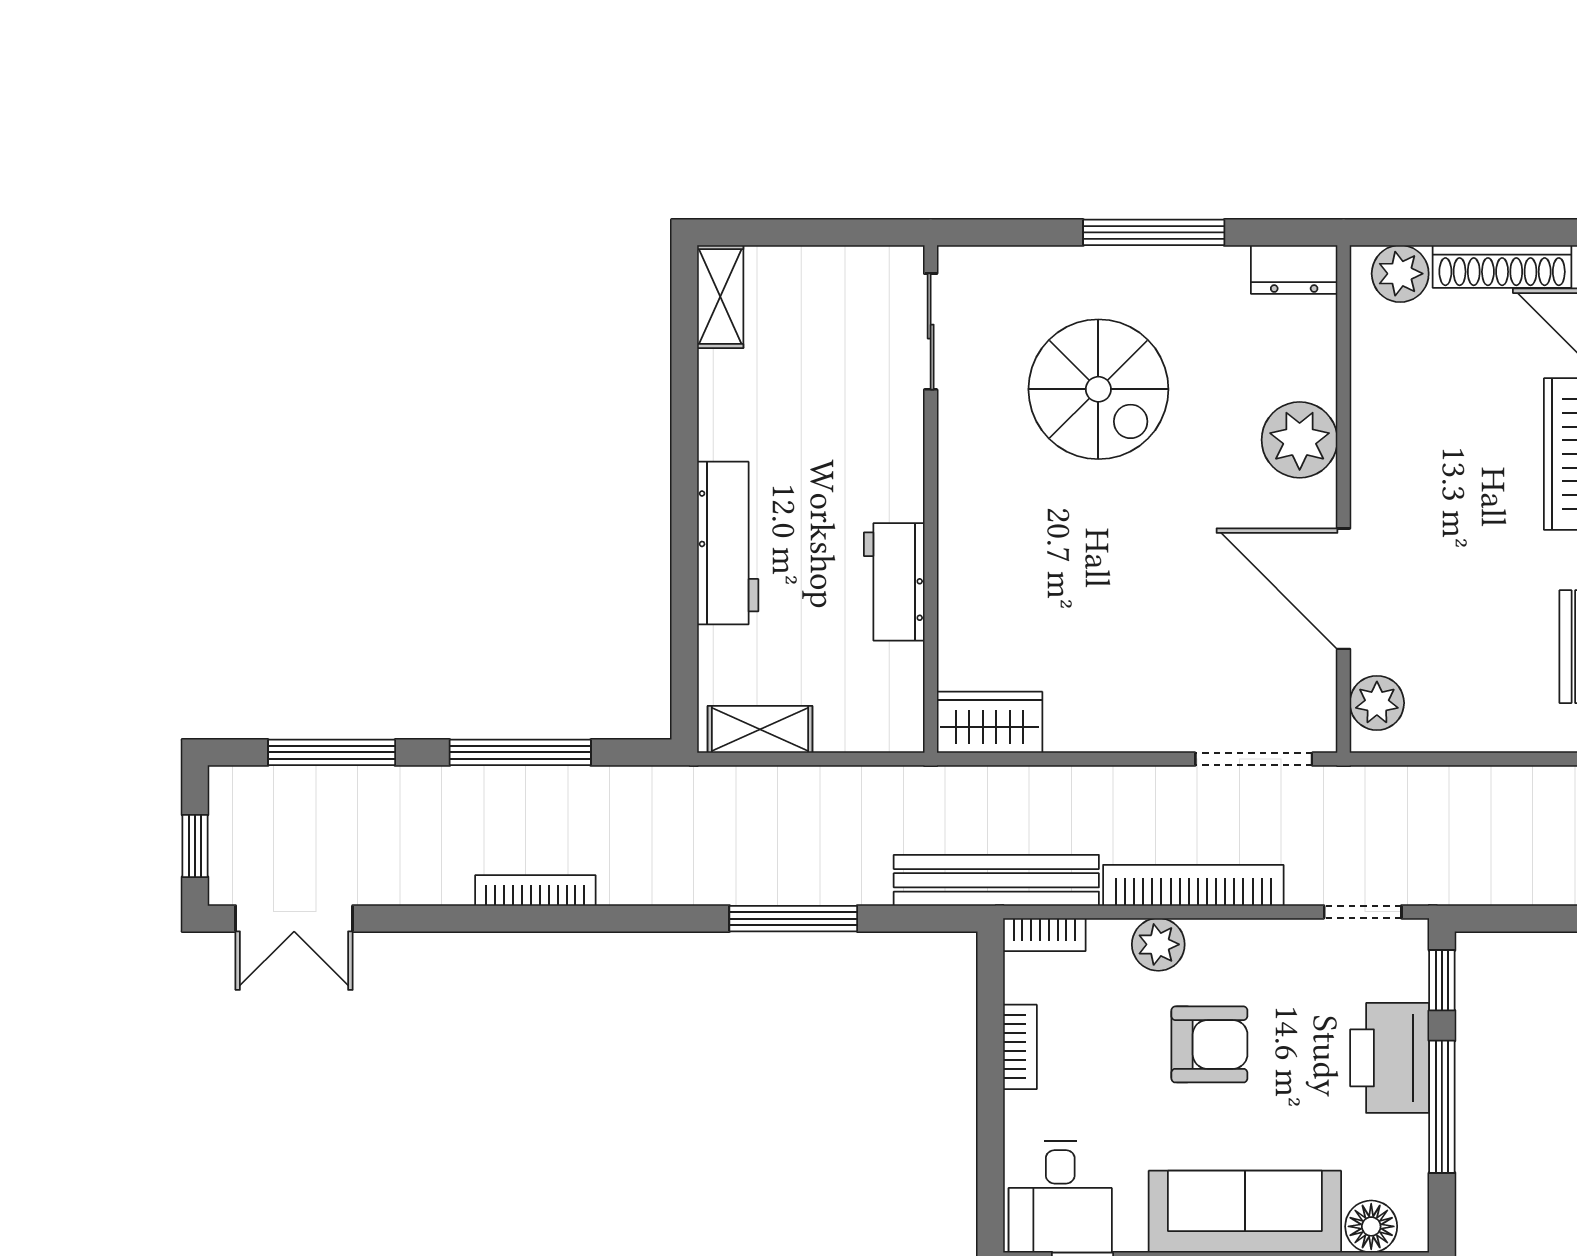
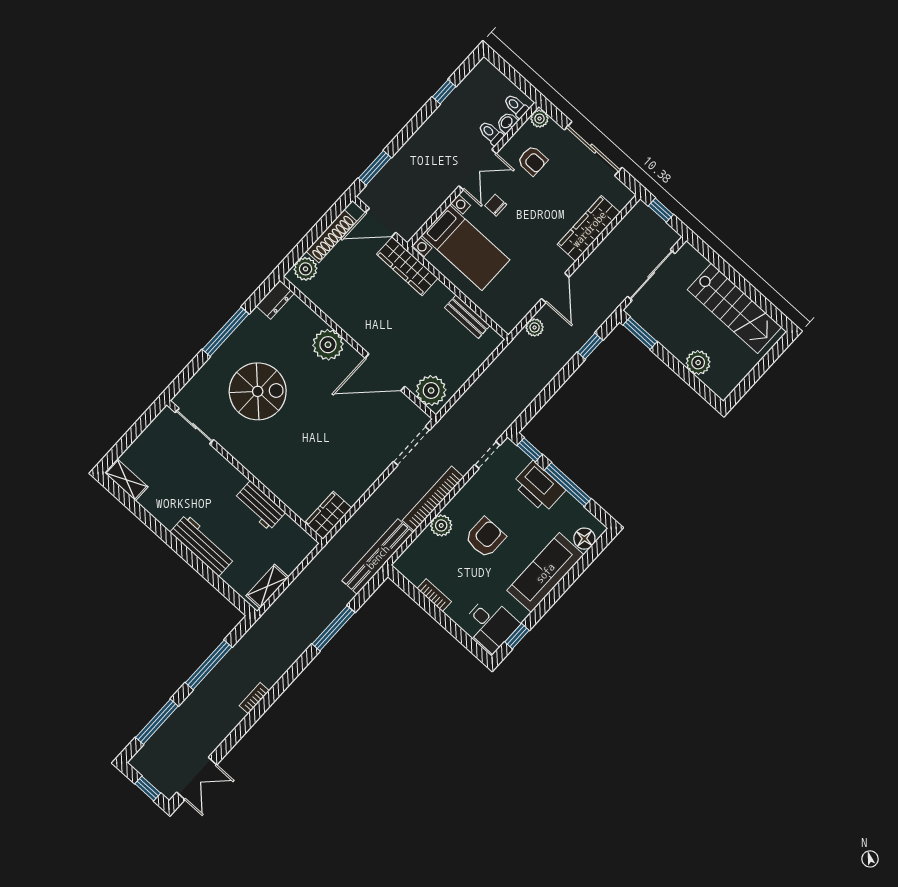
plant: (1377, 703) -> (431, 391), width x1.36, depth x1.36
bookcase: (535, 890) -> (254, 698), width x0.64
bookcase: (1044, 935) -> (407, 557), removed

